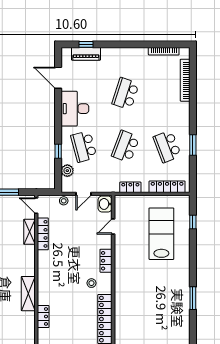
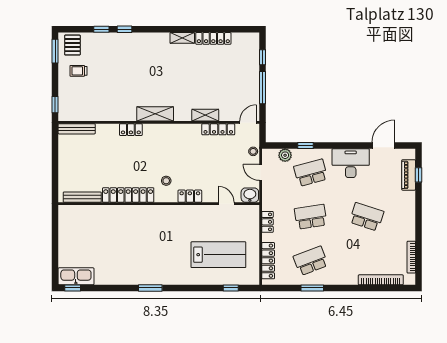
school desk: (126, 146) -> (311, 217), turned -30
shelving: (29, 232) -> (205, 115), moved

